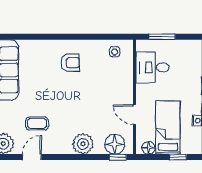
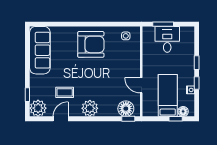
armchair: (70, 63) -> (91, 44), width x1.88, depth x1.88
desk: (152, 67) -> (167, 39), moved, turned 90
plant: (83, 144) -> (90, 108), moved
floor lamp: (148, 148) -> (183, 111), moved

